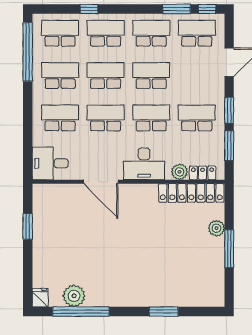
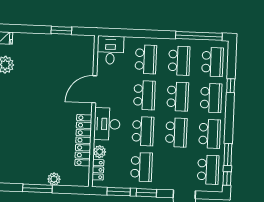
locker: (191, 193) -> (83, 140), moved

